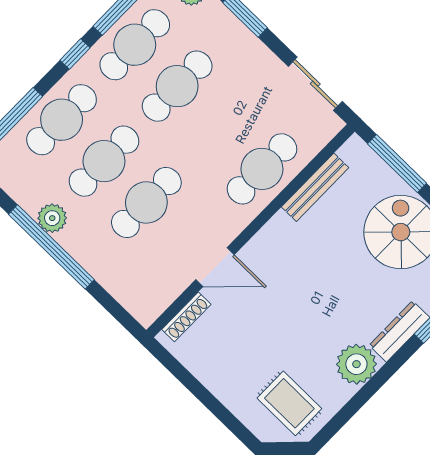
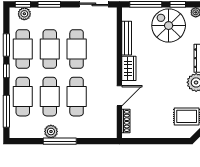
cafe table: (262, 169) -> (77, 49), moved
wardrobe: (272, 239) -> (129, 68), added
window: (51, 247) -> (60, 141), width x0.68

